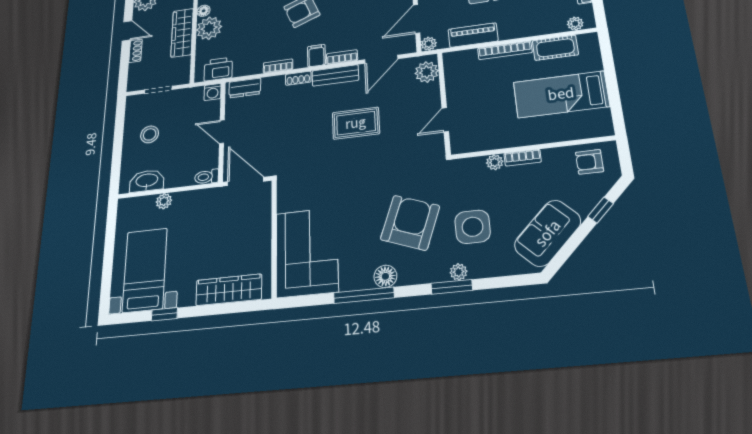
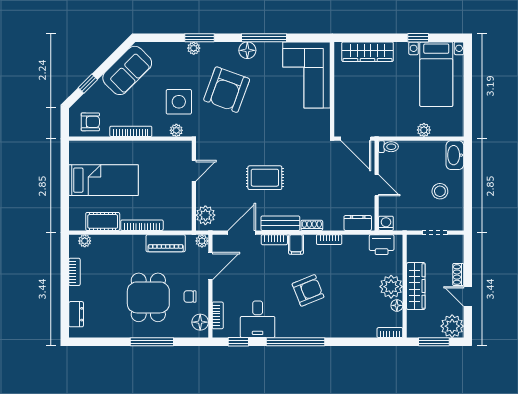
bookcase: (523, 158) -> (131, 131), width x1.56
plant: (495, 162) -> (176, 130), moved
washbasin: (147, 181) -> (455, 155), moved, turned 90
side table: (473, 227) -> (179, 102), moved

